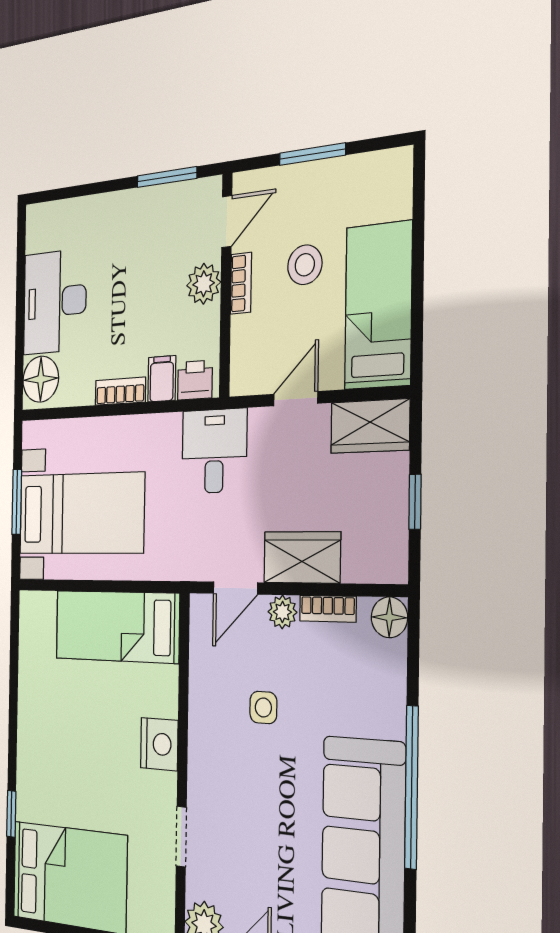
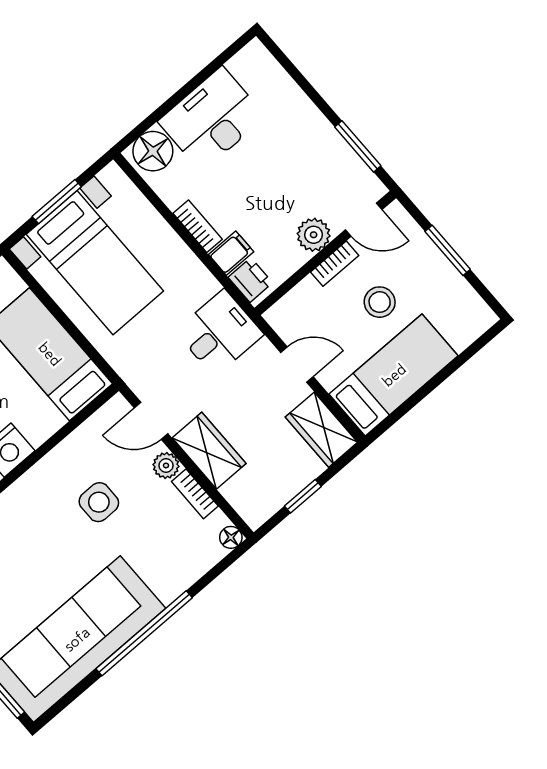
floor lamp: (389, 617) -> (231, 537), width x0.73, depth x0.73
side table: (263, 708) -> (99, 502), width x1.37, depth x1.37

